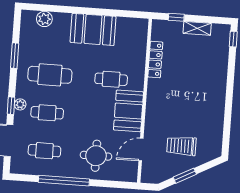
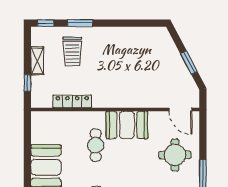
window: (231, 73) -> (80, 23), added
trolley: (182, 146) -> (72, 52), moved
door: (141, 150) -> (180, 109), moved

